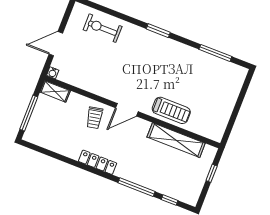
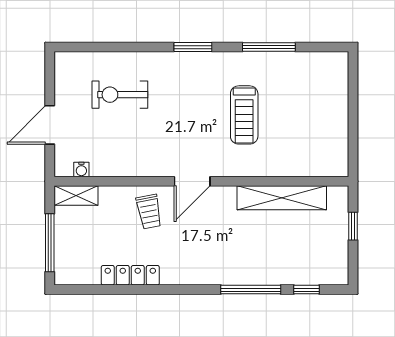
exercise bike: (103, 28) -> (120, 95), moved
window: (215, 53) -> (269, 47), moved
water cooler: (53, 73) -> (81, 170), moved
treadmill: (171, 110) -> (244, 115), moved, turned 90
locker: (98, 162) -> (130, 275), moved

